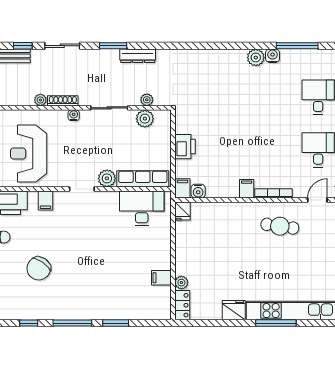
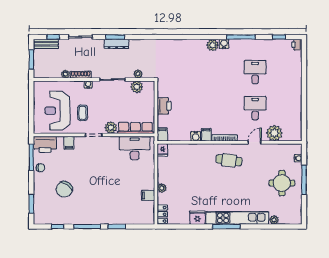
dresser: (138, 56) -> (117, 44), moved
coffee table: (66, 157) -> (83, 113), added
water cooler: (198, 191) -> (196, 136), moved
plant: (181, 283) -> (162, 188), moved

